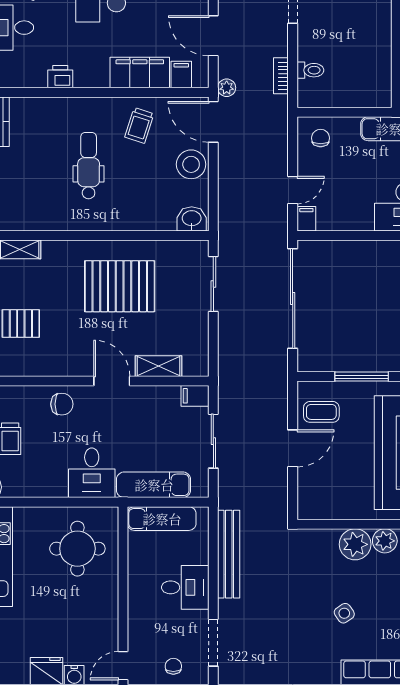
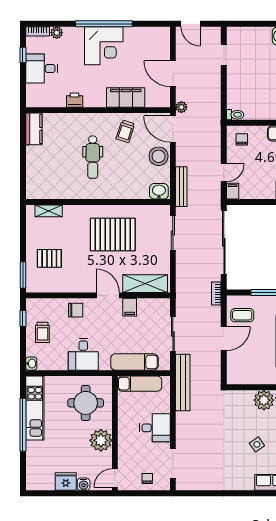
toilet: (310, 70) -> (235, 115), moved
filing cabinet: (181, 75) -> (152, 99), removed
bookcase: (281, 76) -> (216, 294), moved
dental chair: (89, 166) -> (93, 157), turned 180
bench: (226, 212) -> (181, 187), added
shelving: (158, 366) -> (145, 284), width x1.50, depth x1.33
filing cabinet: (195, 396) -> (130, 307), moved, turned -90
desk: (92, 473) -> (83, 354), moved
bench: (229, 554) -> (183, 382), moved
plant: (101, 607) -> (101, 440), added

